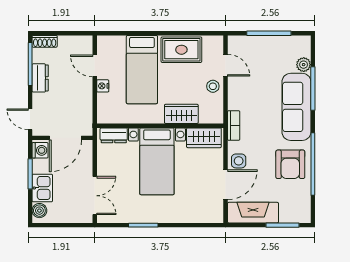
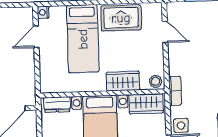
door: (95, 66) -> (36, 37), hinge flipped
nightstand: (103, 86) -> (43, 12), moved
stool: (213, 86) -> (155, 81), moved

